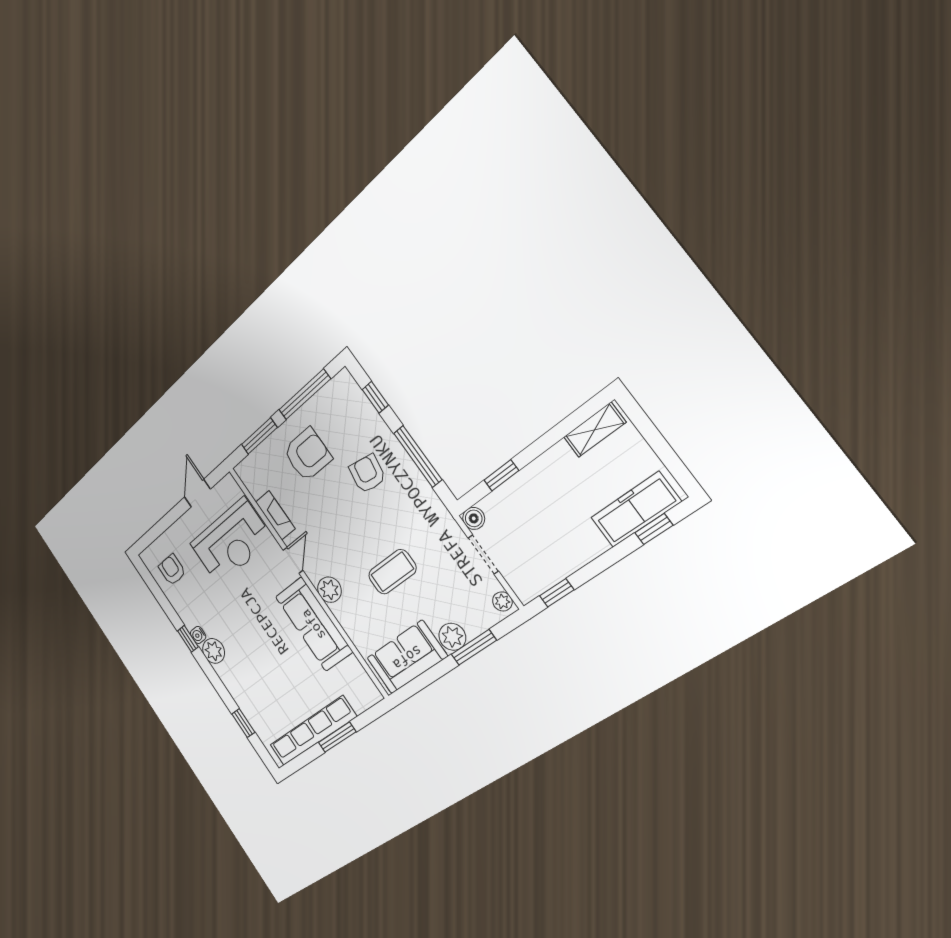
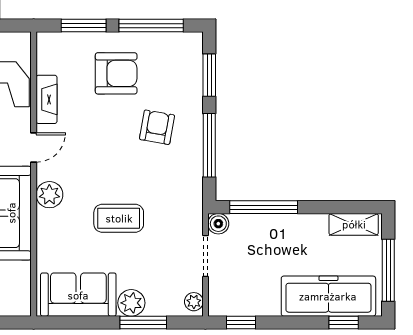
window: (375, 397) -> (209, 75), width x1.50
window: (662, 448) -> (388, 270), added
window: (501, 475) -> (264, 207), width x2.17
freezer: (636, 510) -> (328, 296), width x1.36, depth x1.26

